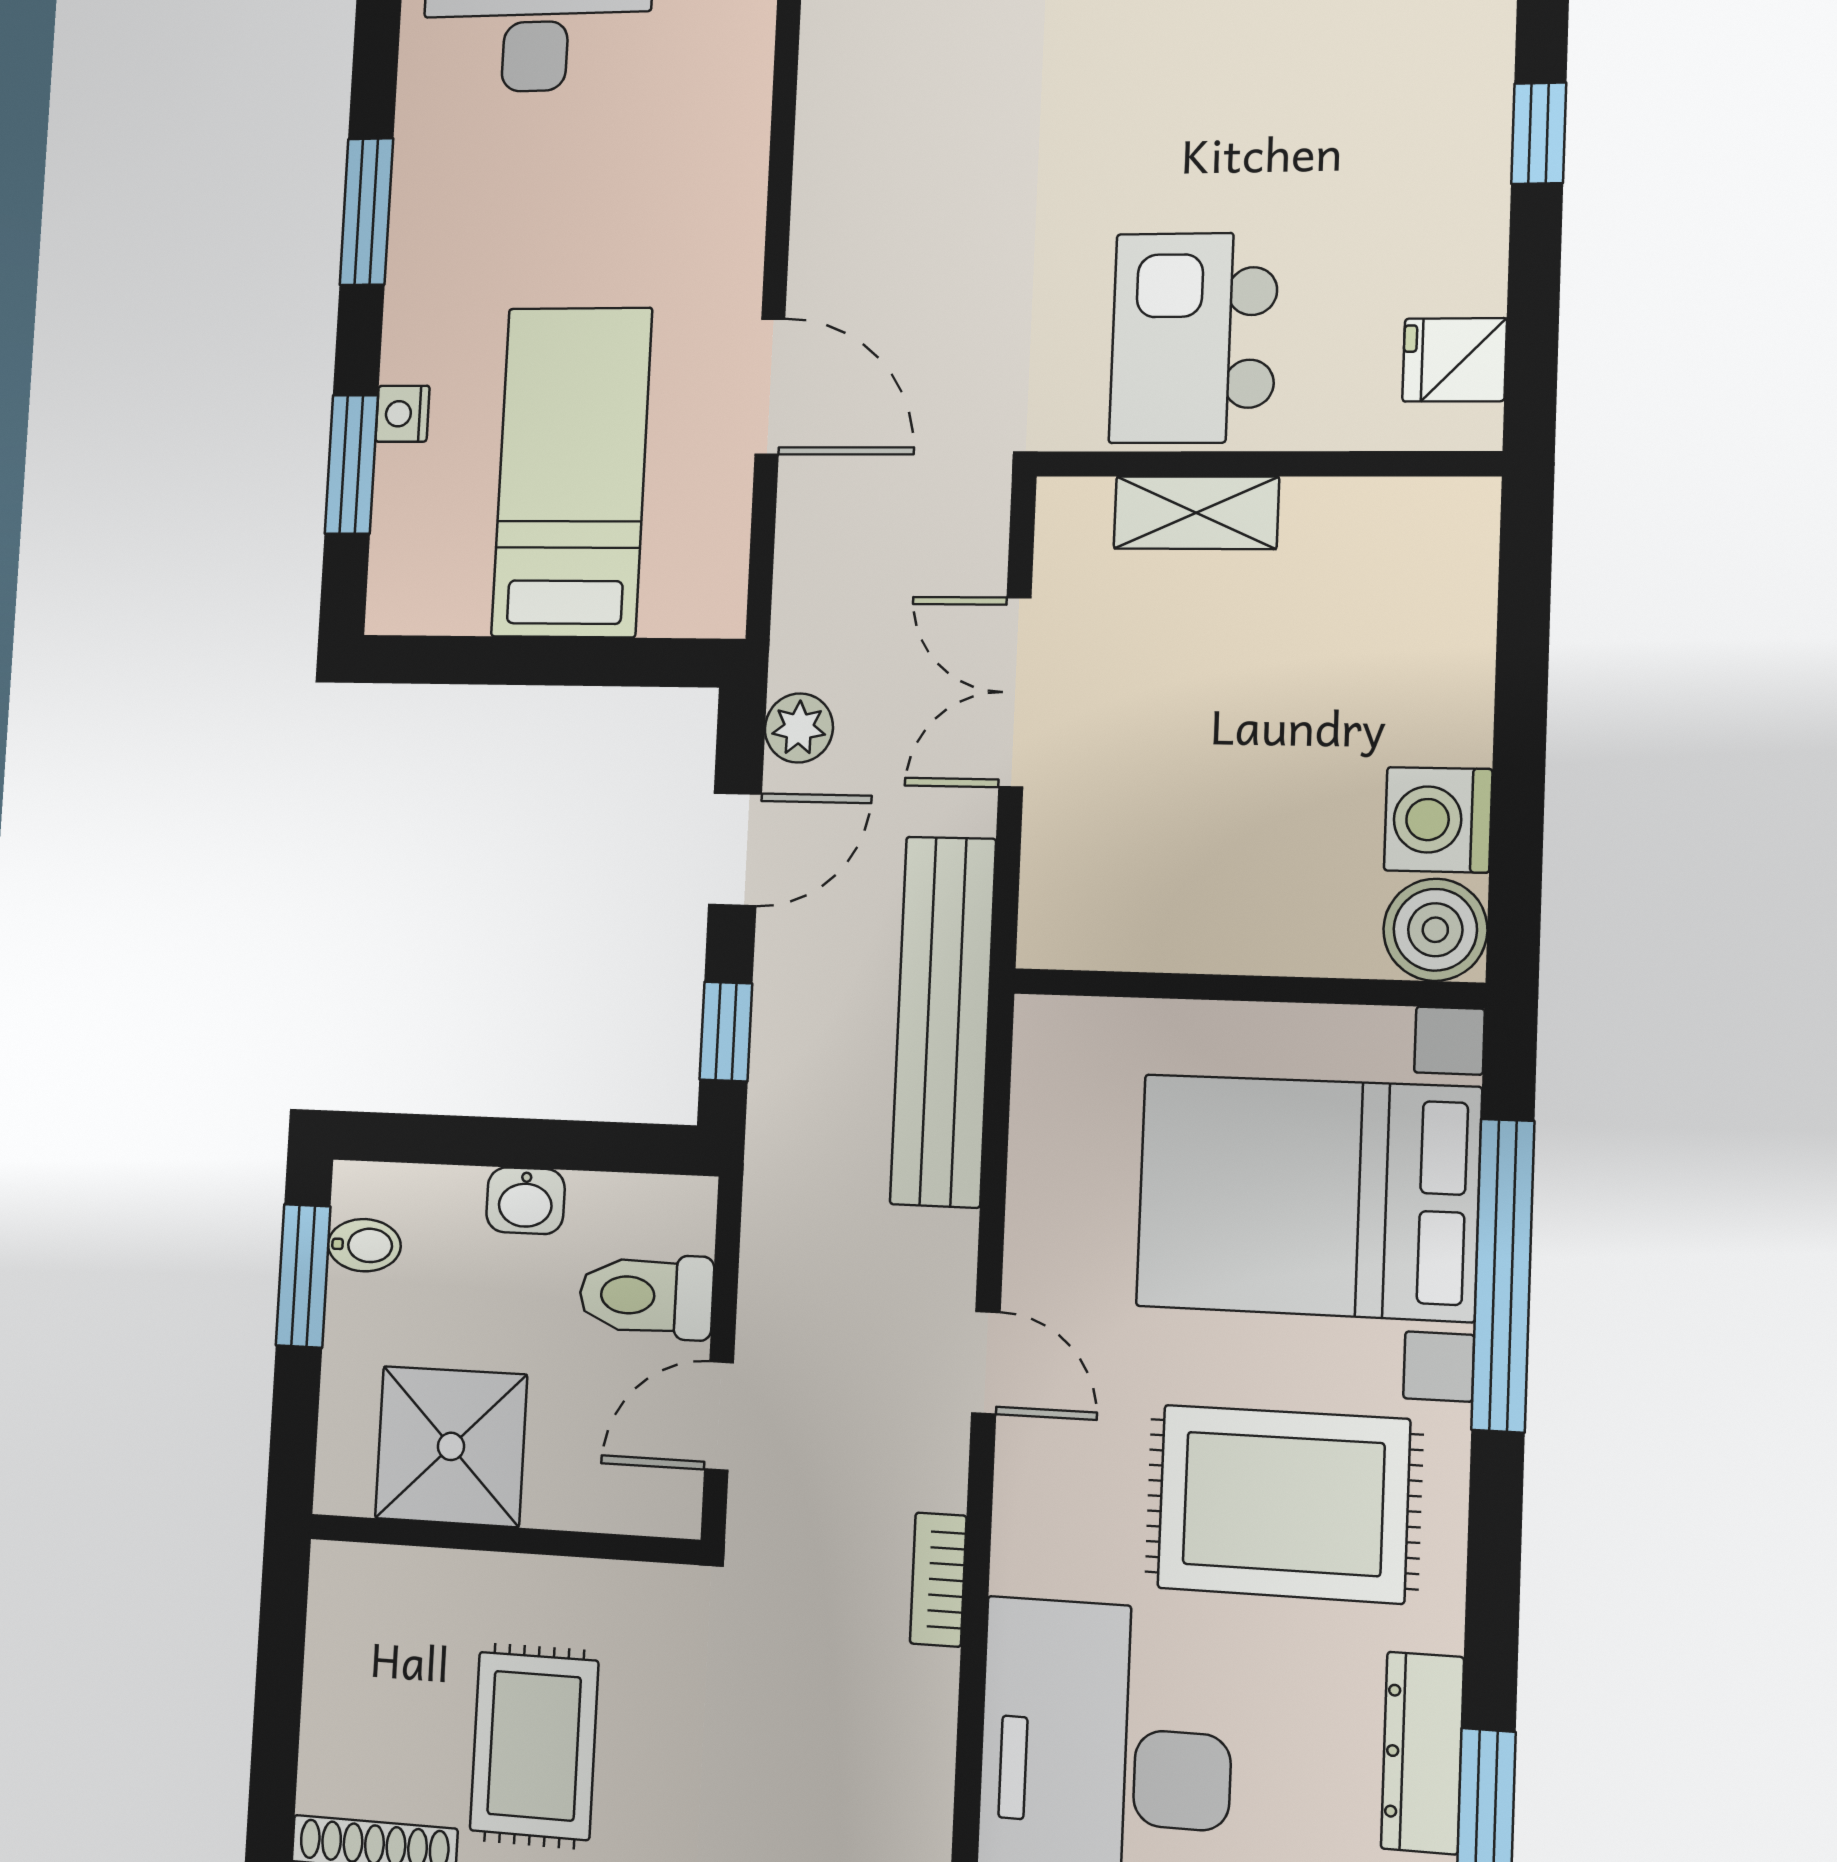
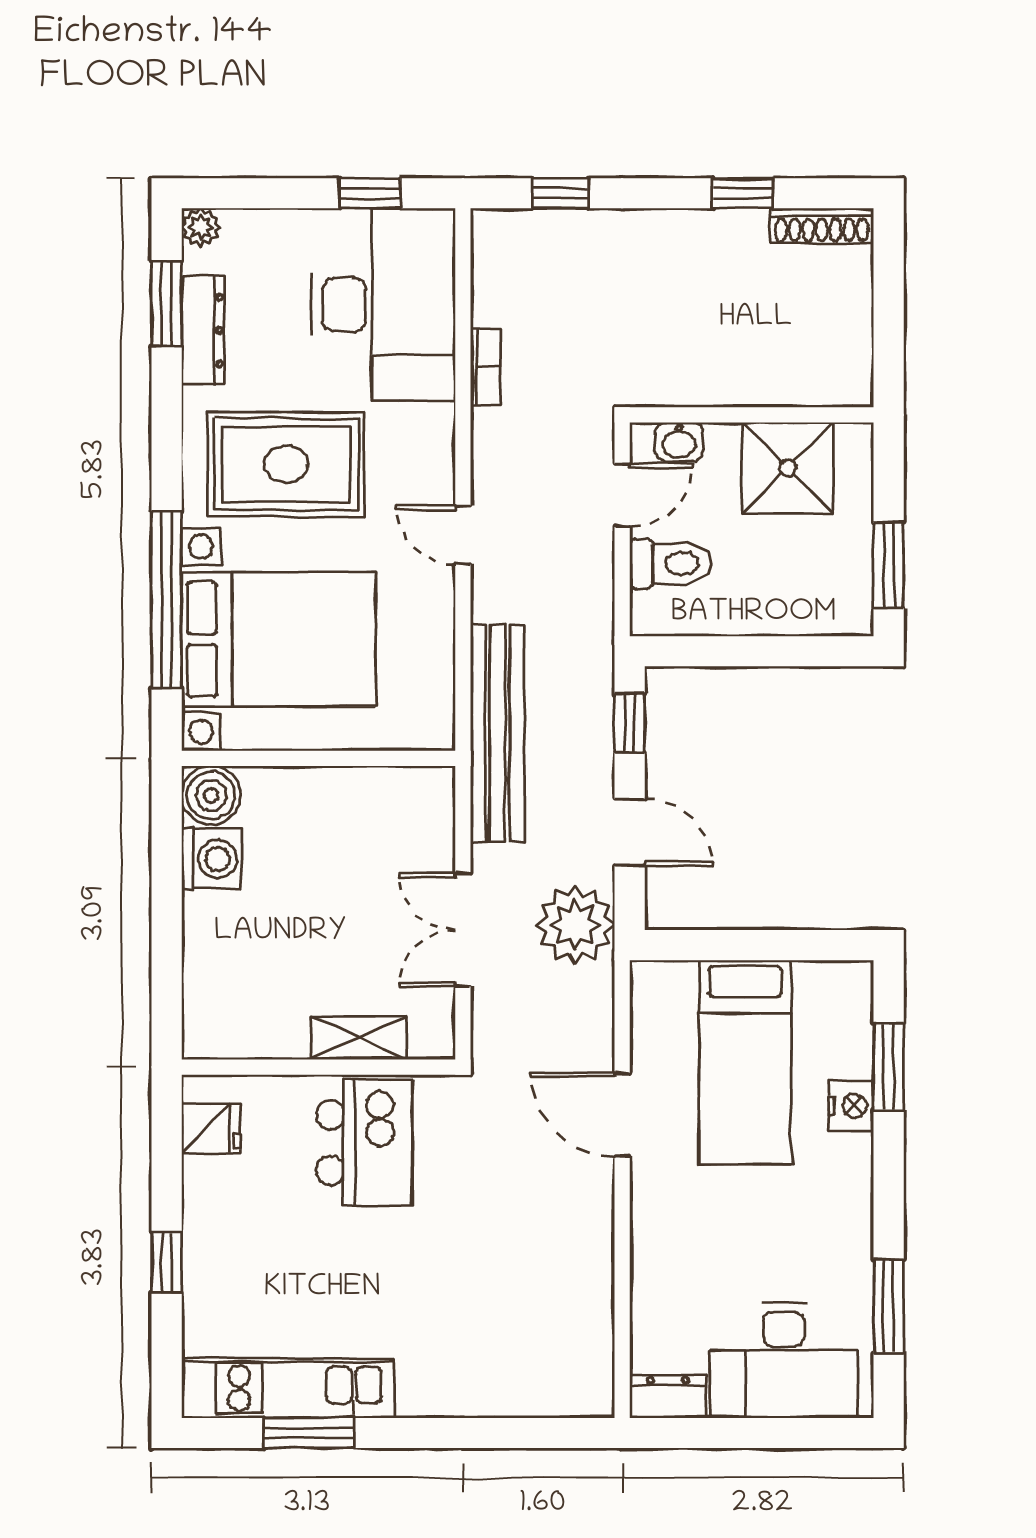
window: (366, 212) -> (889, 1306), moved
nightstand: (402, 414) -> (851, 1106), width x1.39, depth x1.35
double door: (1015, 692) -> (463, 930), swing flipped
plant: (799, 728) -> (575, 925), width x1.87, depth x1.87
door: (735, 849) -> (630, 832), swing flipped
washbasin: (525, 1201) -> (679, 442), moved, turned 180
bidet: (364, 1245) -> (850, 585), removed
bookcase: (938, 1580) -> (485, 367), moved
rug: (534, 1746) -> (726, 295), removed

